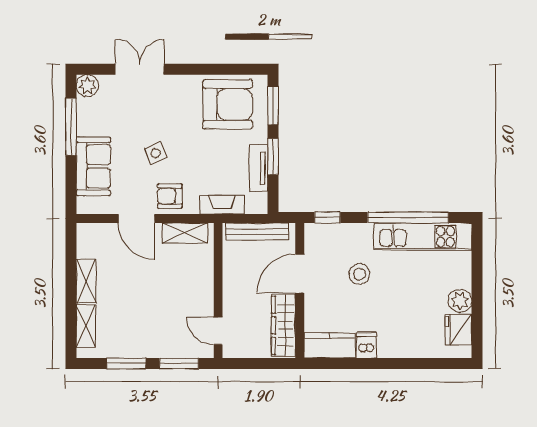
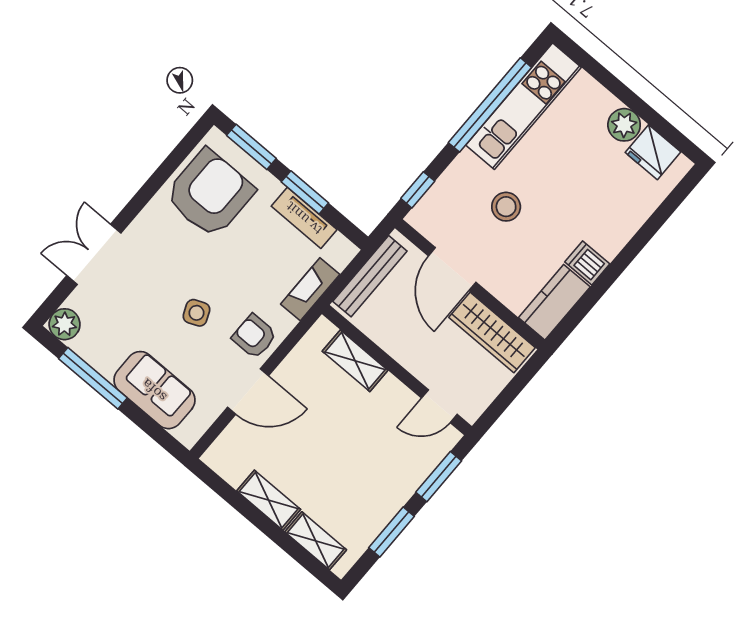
armchair: (170, 196) -> (254, 336), turned 90
shelving: (185, 233) -> (355, 361), moved, turned 90

